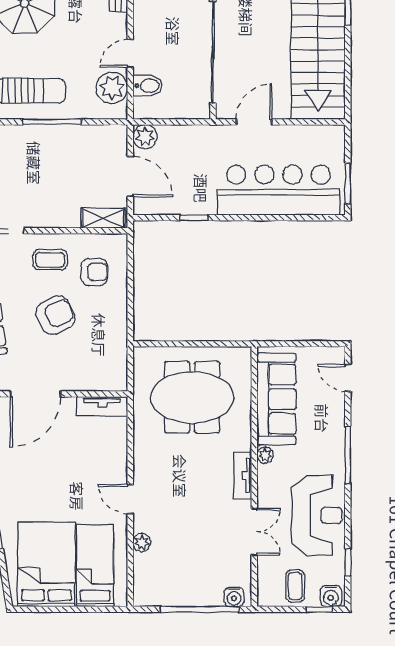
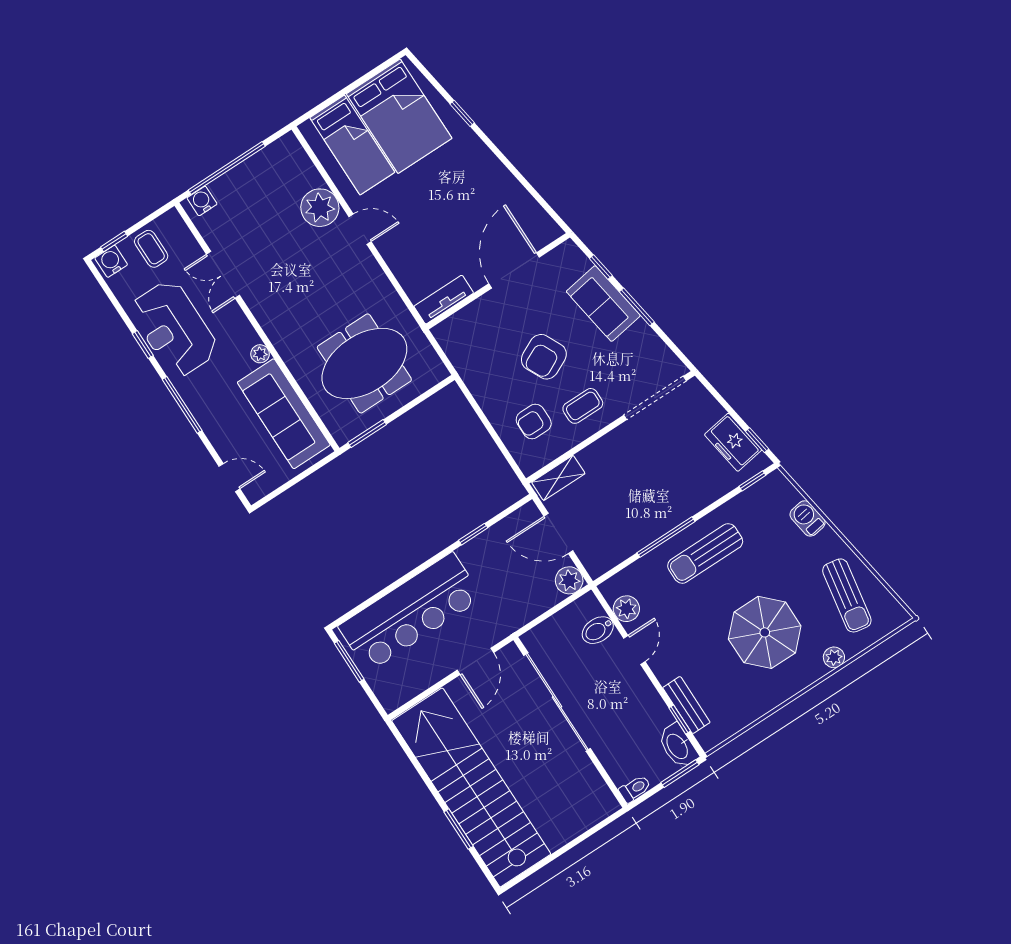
plant: (112, 88) -> (626, 609), width x0.73, depth x0.73
window: (224, 344) -> (367, 433), added
tv unit: (243, 475) -> (269, 321), removed
plant: (142, 543) -> (320, 208), width x1.87, depth x1.87
window: (348, 562) -> (143, 345), moved

